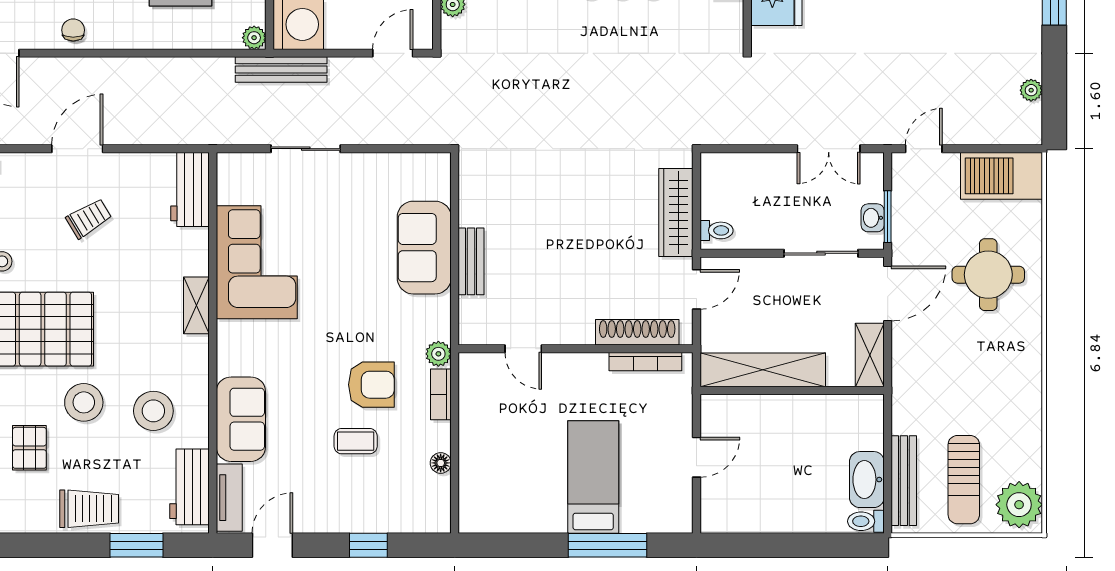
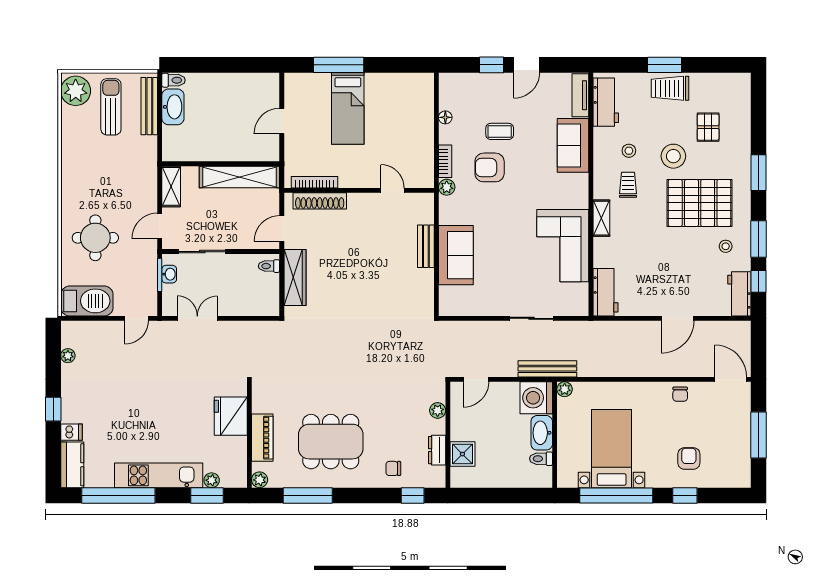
trolley: (89, 218) -> (628, 185), moved, turned 121
door: (888, 293) -> (160, 226), width x0.73
stool: (153, 411) -> (629, 151), width x0.53, depth x0.53
window: (136, 545) -> (665, 65), moved
door: (272, 545) -> (527, 65), moved

